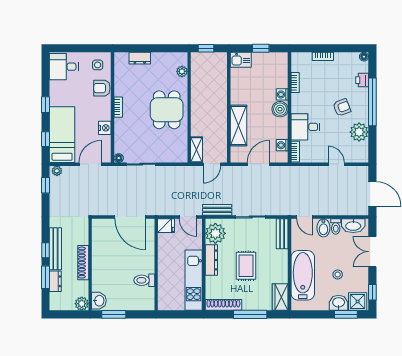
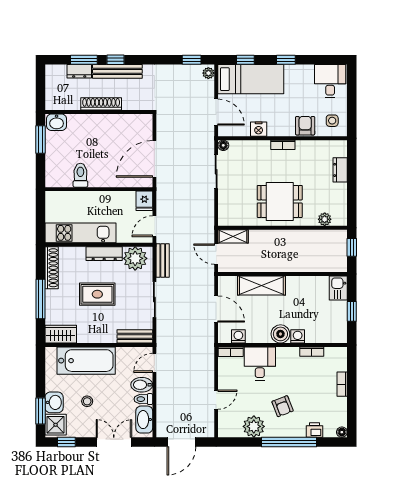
plant: (82, 304) -> (53, 102), removed

